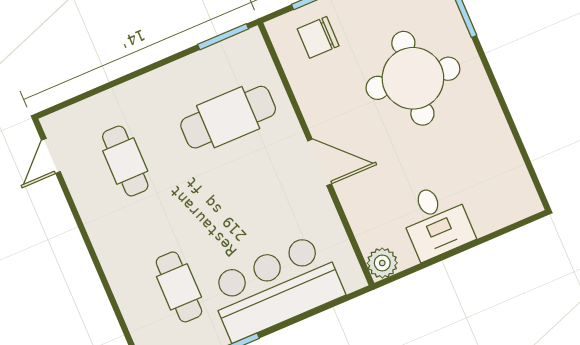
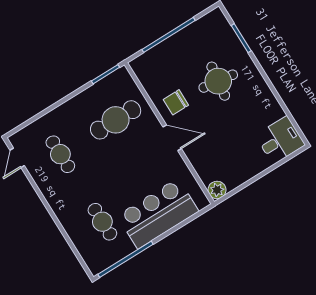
chair: (318, 37) -> (176, 102), moved
round table: (413, 78) -> (218, 81), width x0.73, depth x0.73
desk: (436, 221) -> (280, 140), moved, turned -90

